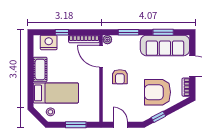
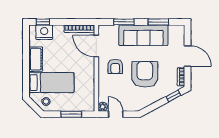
window: (62, 32) -> (43, 22), moved
plant: (107, 40) -> (103, 107), moved
sofa: (165, 45) -> (143, 35), moved
armchair: (158, 92) -> (145, 74), moved, turned 90
window: (158, 117) -> (173, 96), moved

